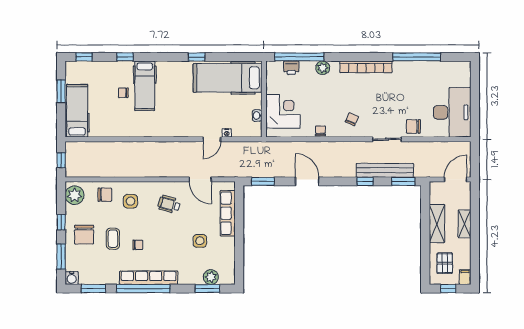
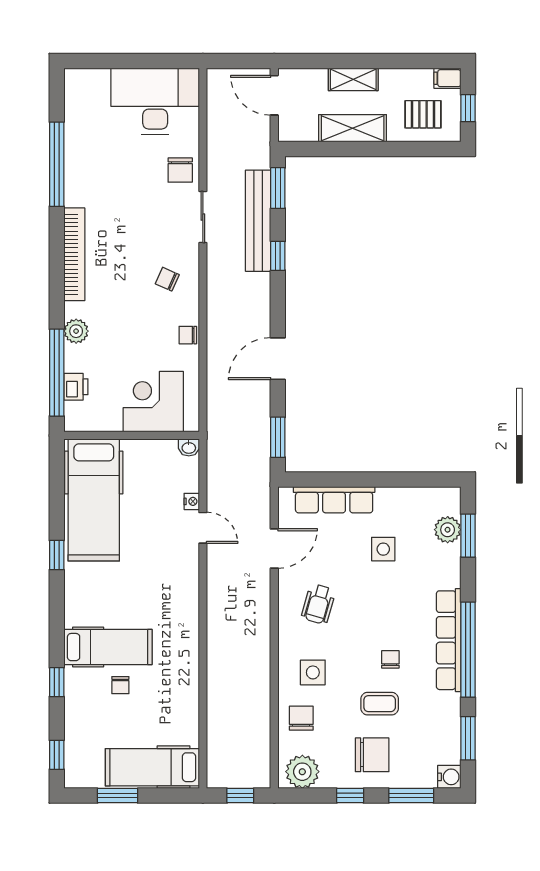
washbasin: (257, 116) -> (189, 447), moved

